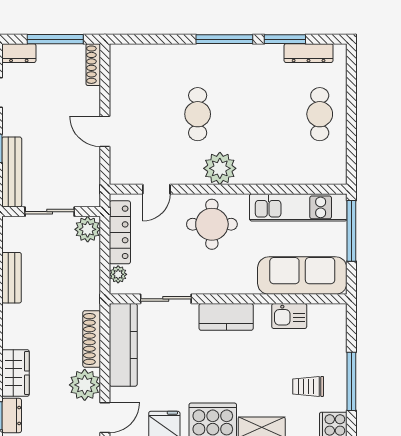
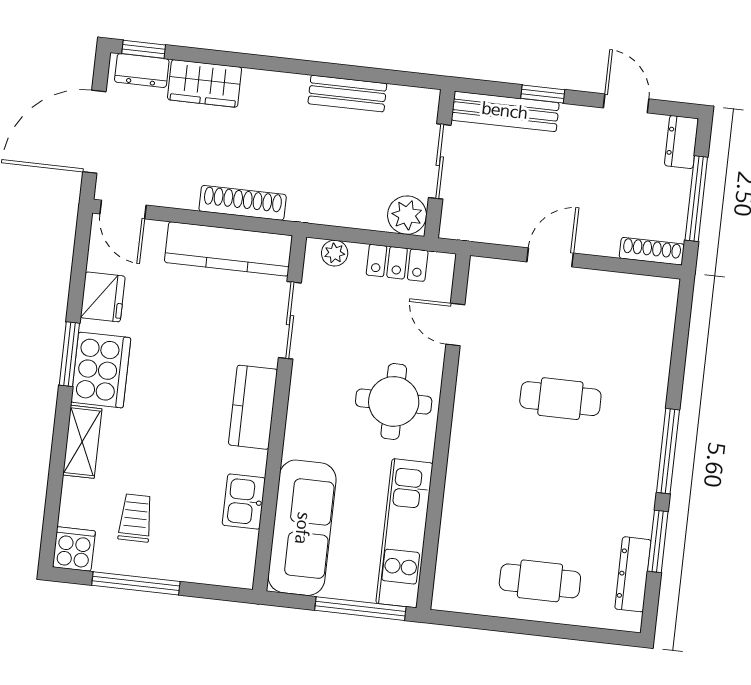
plant: (220, 168) -> (476, 423), removed
locker: (120, 232) -> (397, 263), width x0.66
plant: (85, 385) -> (175, 185), removed

